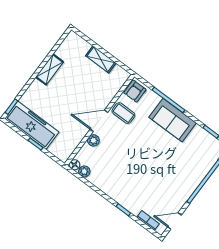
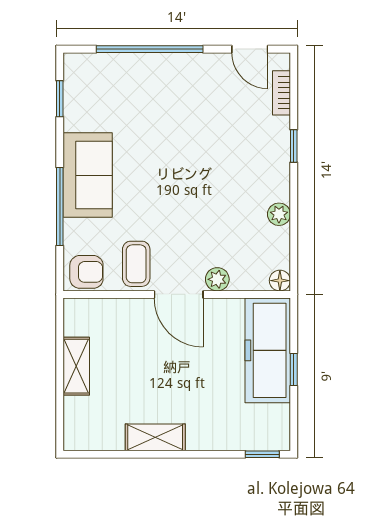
freezer: (32, 125) -> (268, 350), moved
plant: (84, 171) -> (279, 214), moved

